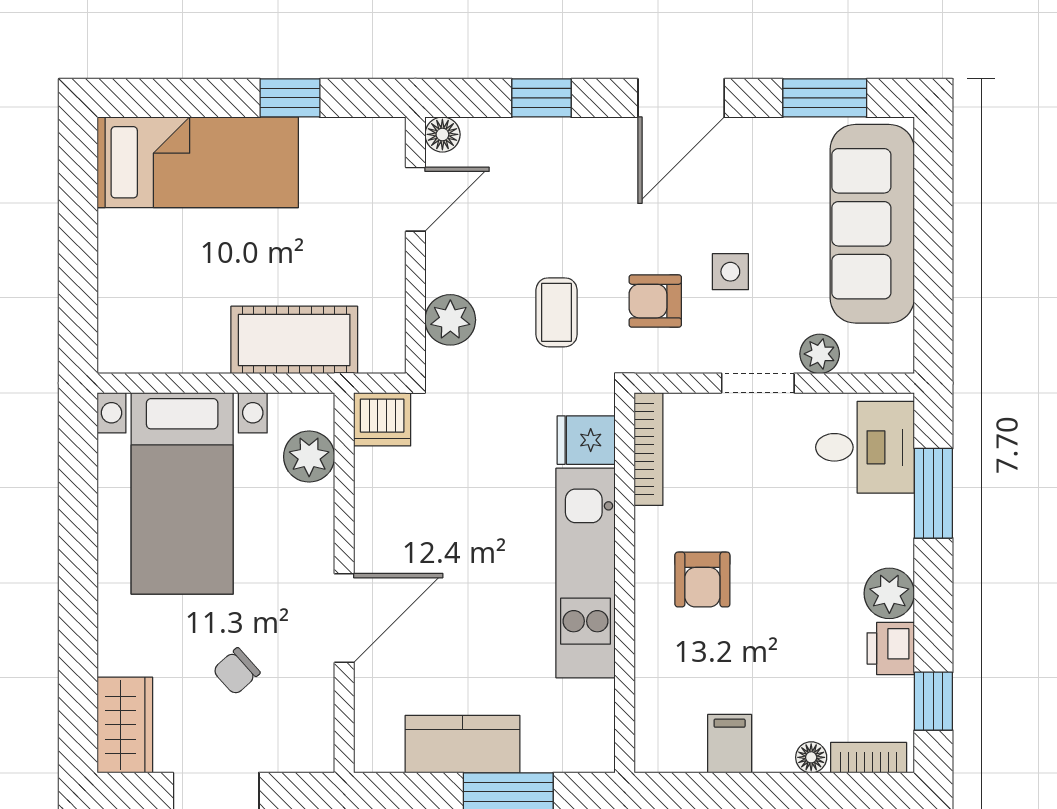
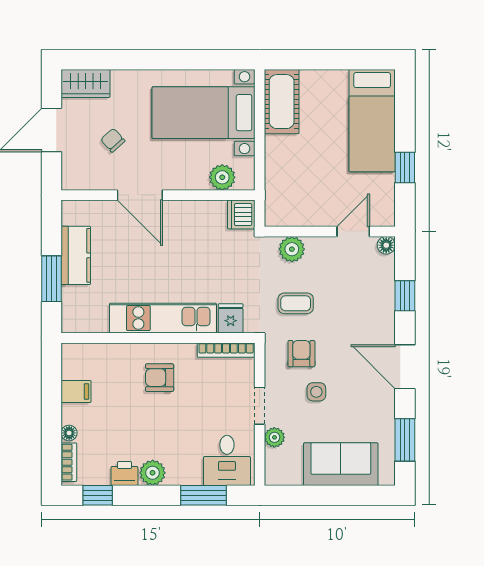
door: (415, 199) -> (353, 231), swing flipped
sofa: (872, 224) -> (341, 464), width x0.73
cot: (294, 340) -> (282, 102), moved

